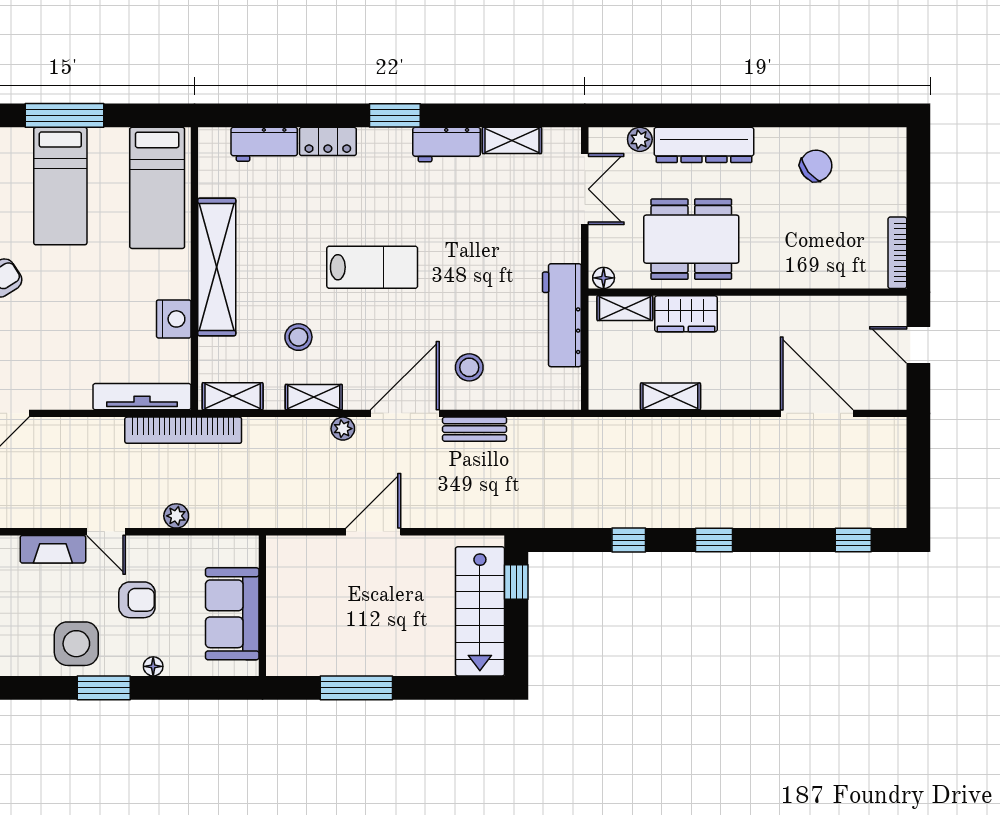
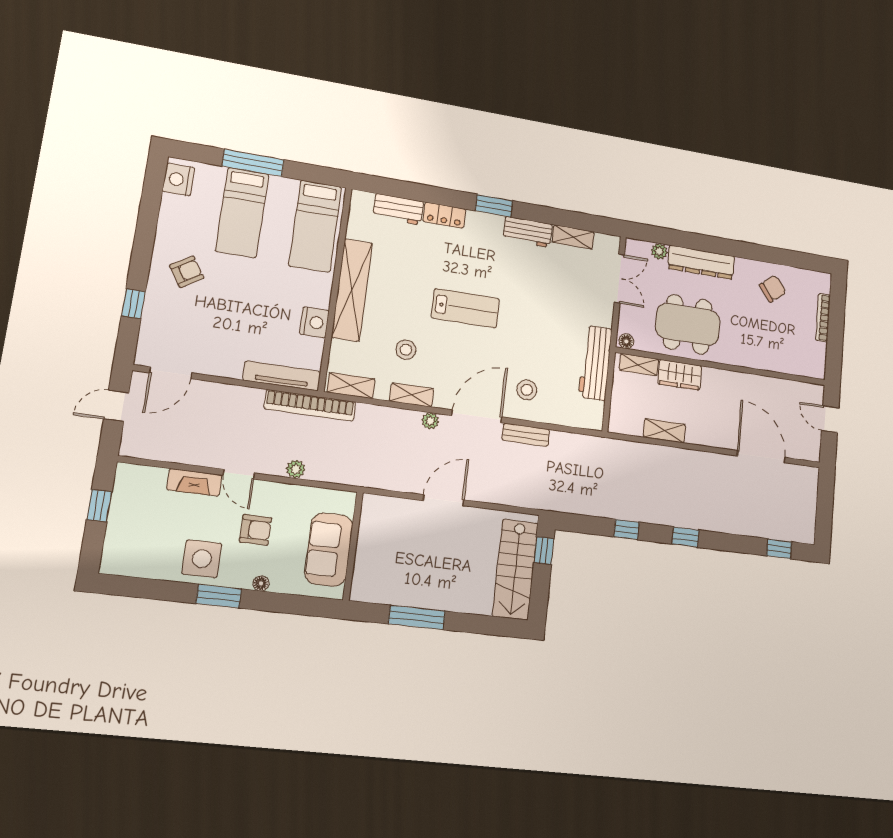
bookcase: (897, 253) -> (823, 318), moved

